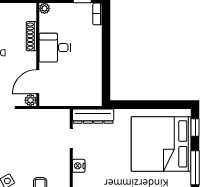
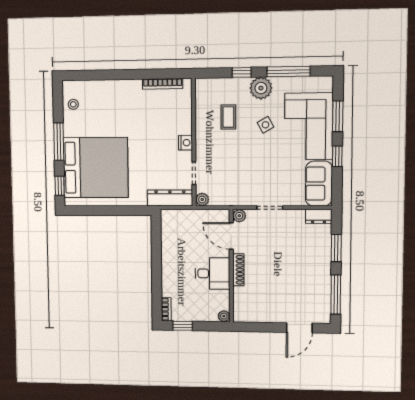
shoe rack: (31, 36) -> (238, 270), moved
door: (38, 82) -> (231, 236), swing flipped
plant: (64, 115) -> (202, 200), added

